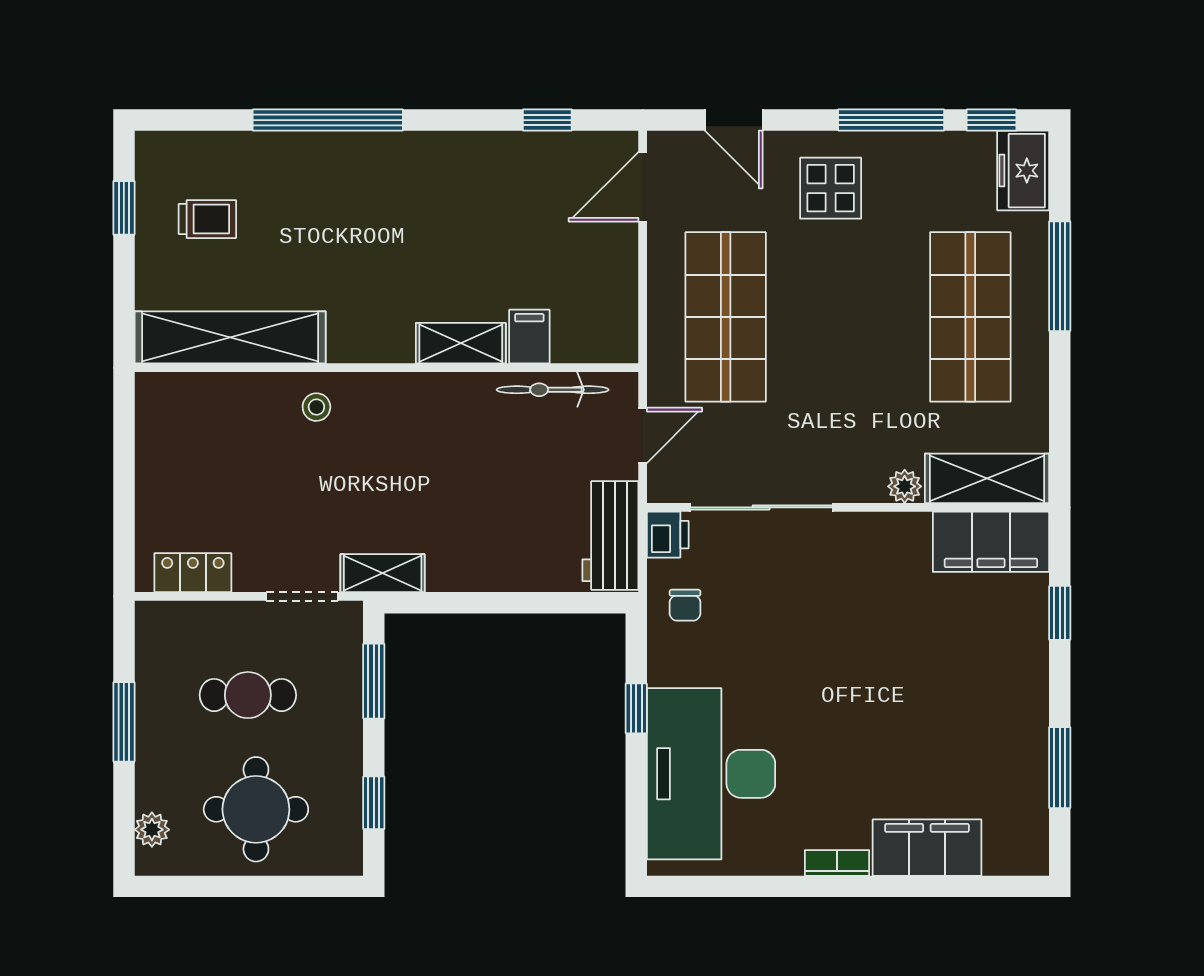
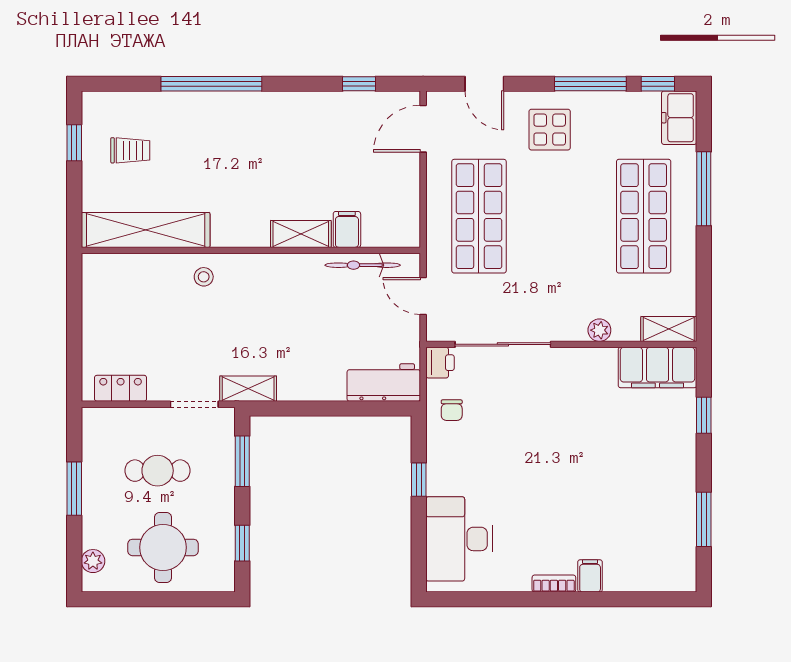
door: (643, 435) -> (423, 296), swing flipped
shelving: (987, 478) -> (669, 329), width x0.67, depth x0.75
workbench: (610, 535) -> (384, 382), moved, turned 90
desk: (711, 774) -> (459, 539), width x0.73, depth x0.77
filing cabinet: (927, 848) -> (590, 576), width x0.33, depth x0.86

